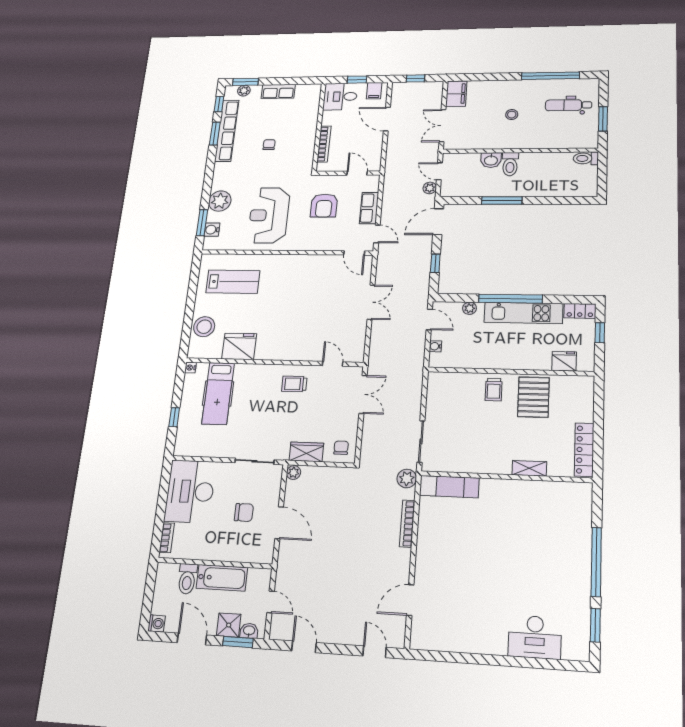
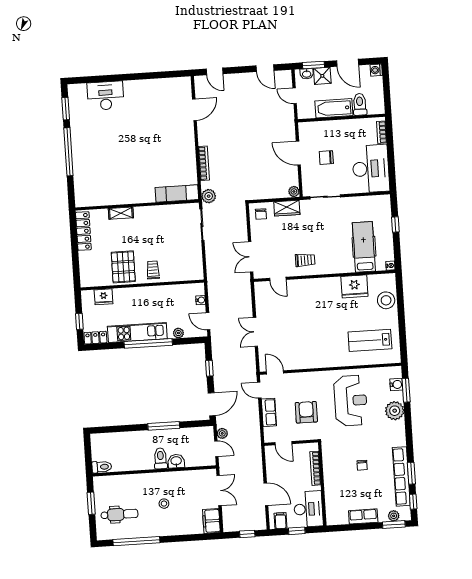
desk: (340, 97) -> (308, 509), width x1.37

